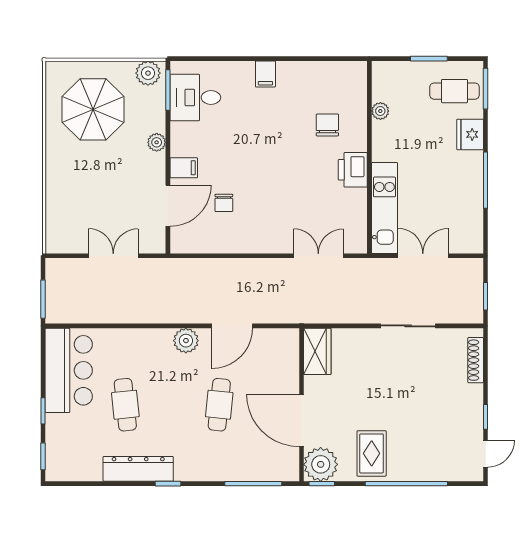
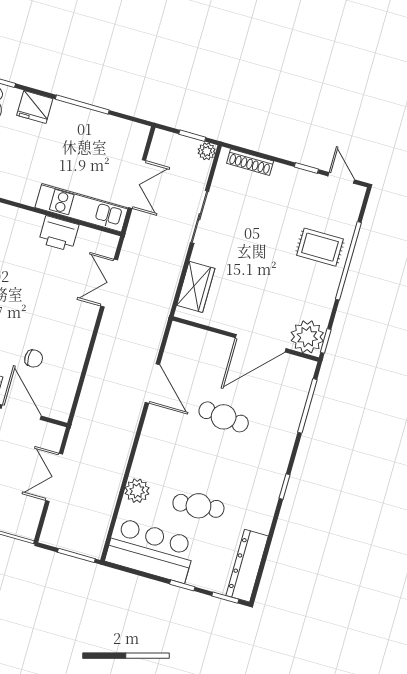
printer: (353, 170) -> (59, 234), moved
double door: (423, 256) -> (137, 184), swing flipped
plant: (474, 315) -> (207, 151), added
plant: (186, 341) -> (137, 491), moved
wardrobe: (317, 351) -> (196, 287), moved, turned 90
rug: (372, 453) -> (320, 247), moved
dresser: (138, 469) -> (247, 566), moved

